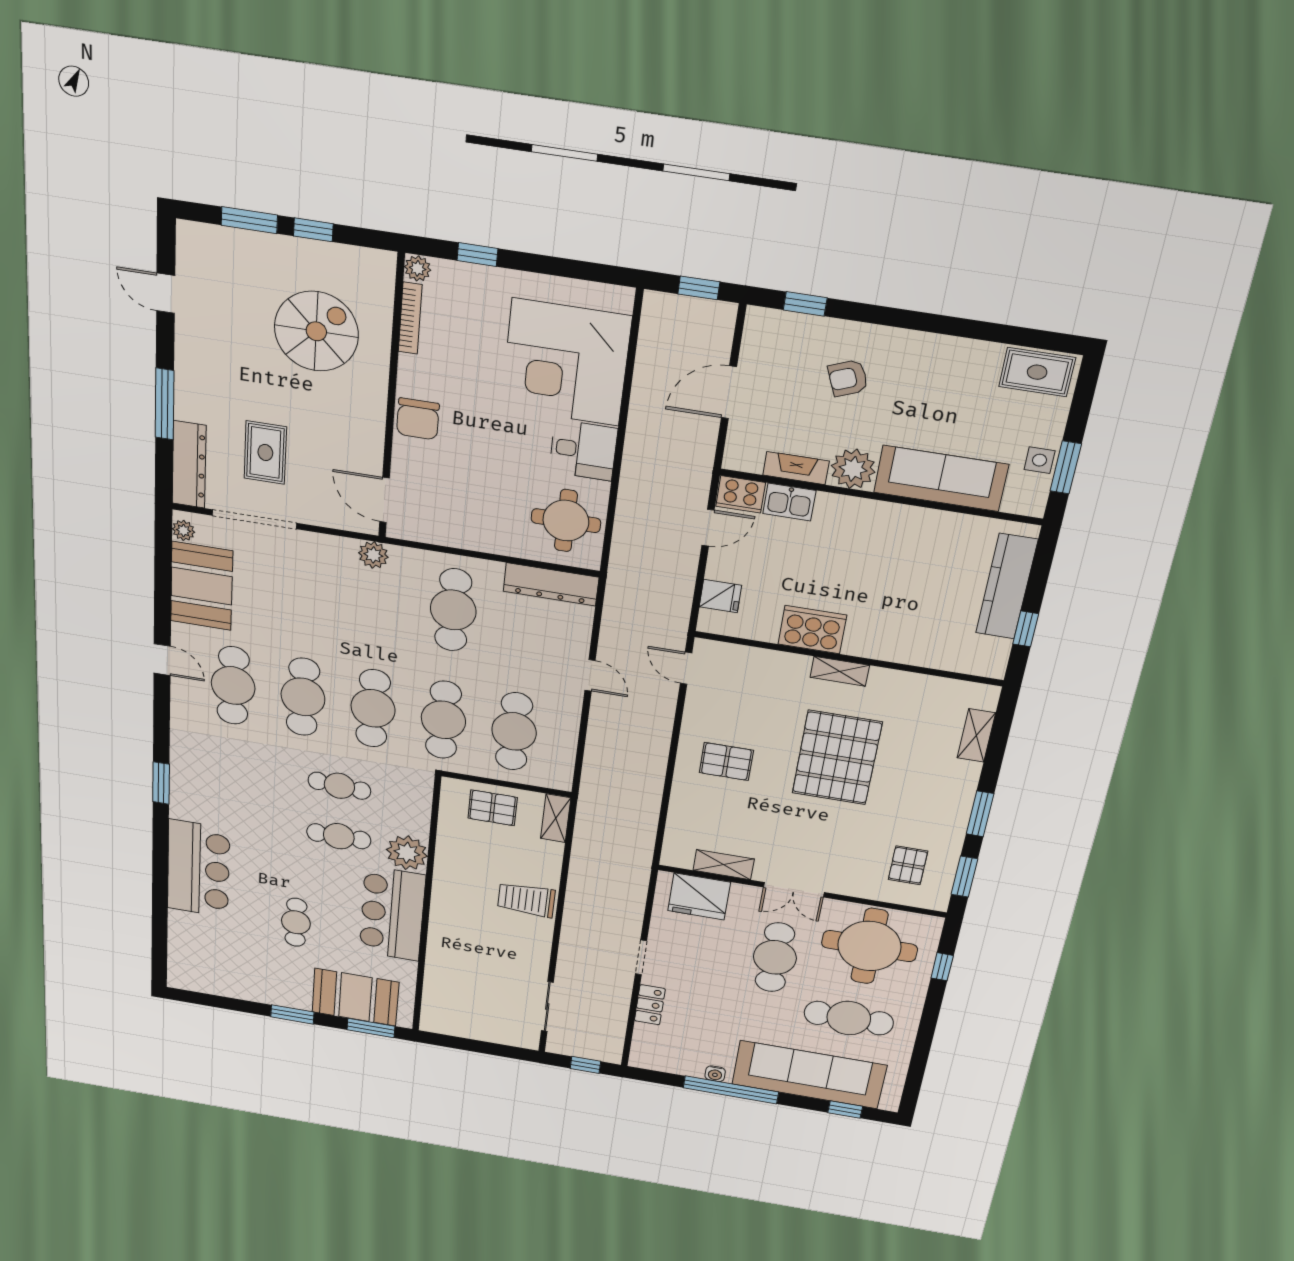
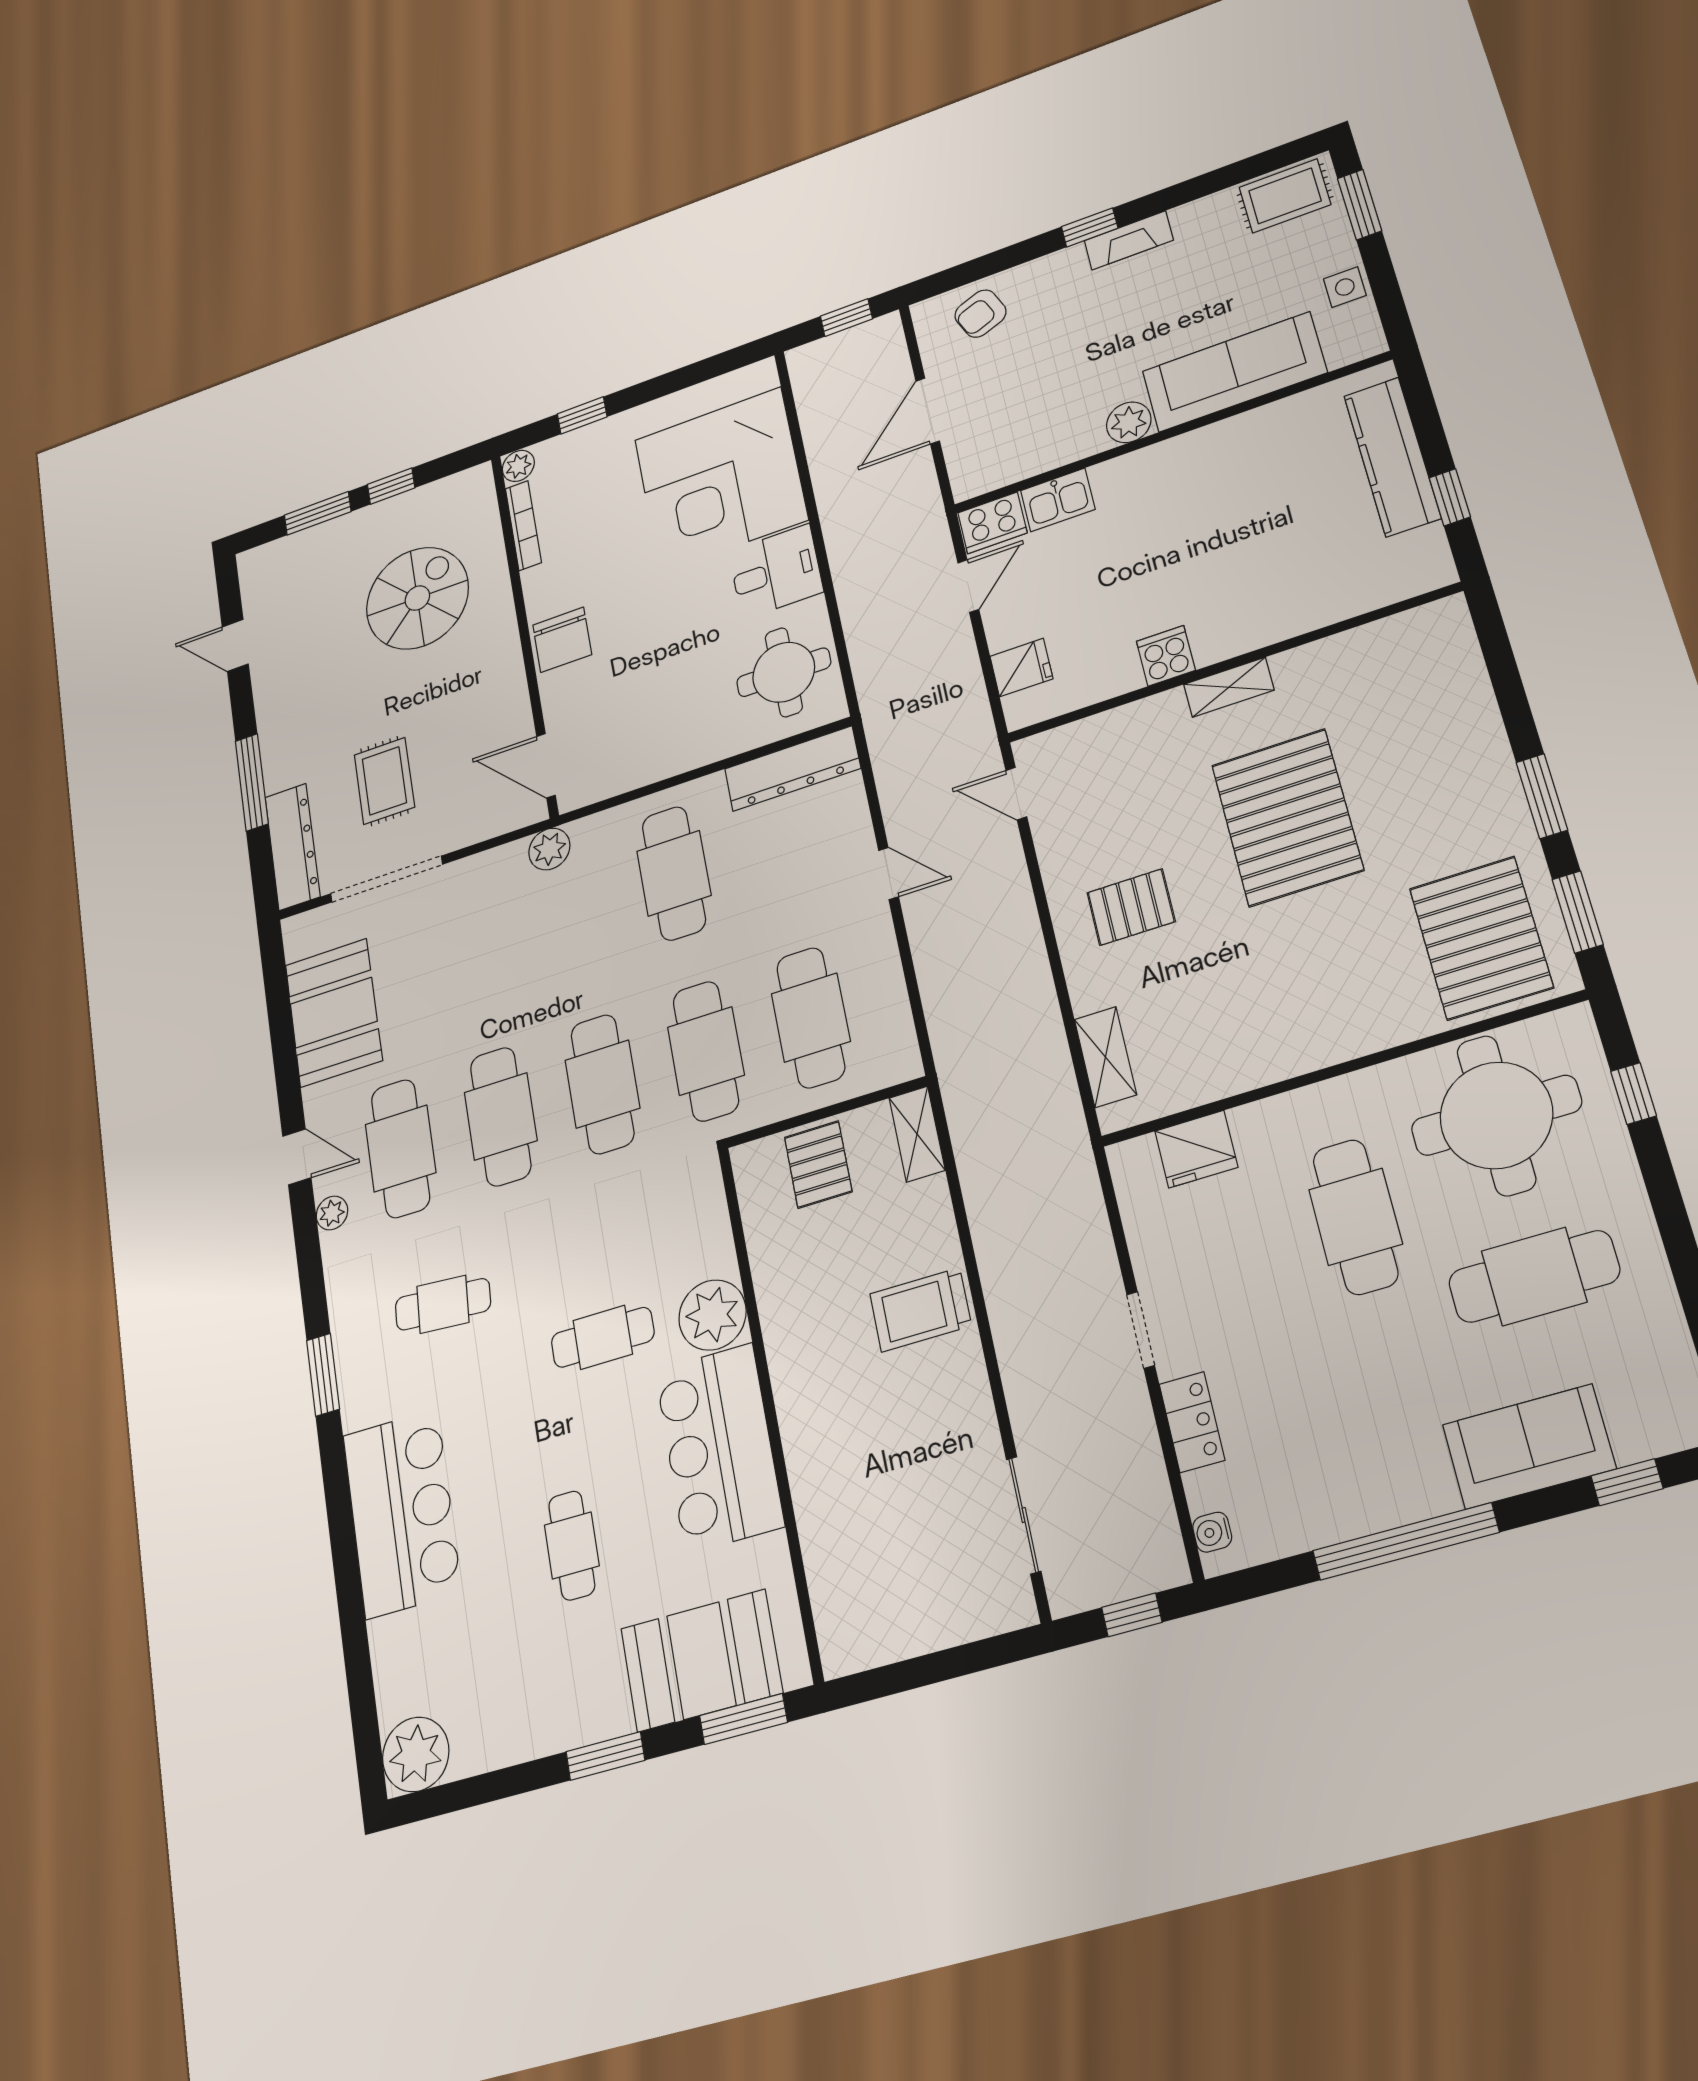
window: (805, 304) -> (1090, 227), moved
armchair: (848, 378) -> (980, 314), moved
window: (1066, 467) -> (1360, 205), moved
fireplace: (796, 468) -> (1129, 240), moved, turned 180
plant: (853, 469) -> (1129, 422), width x0.73, depth x0.73
plant: (183, 530) -> (332, 1213), moved
cooker: (812, 630) -> (1166, 656), width x0.53, depth x0.76
shelving: (976, 735) -> (1468, 680), removed
cafe table: (339, 786) -> (443, 1304), moved
pallet: (493, 808) -> (818, 1164), turned 90
shelving: (724, 865) -> (1105, 1057), moved, turned 90
pallet: (908, 865) -> (1481, 938), width x2.05, depth x2.00
double door: (794, 890) -> (1327, 1073), removed
fridge: (699, 896) -> (1196, 1149), width x0.73, depth x0.75
plant: (186, 975) -> (416, 1754), added
water cooler: (715, 1074) -> (1212, 1532), moved, turned 90
sofa: (809, 1075) -> (1529, 1447), width x0.54, depth x0.79

